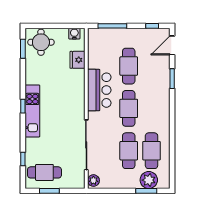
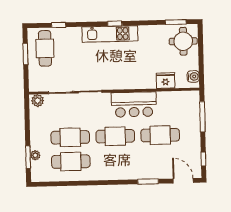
plant: (149, 180) -> (35, 155), width x0.53, depth x0.53

